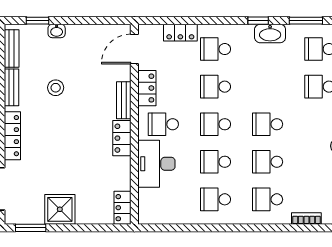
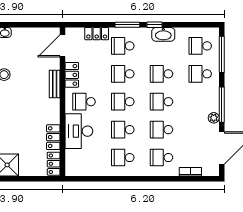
window: (306, 21) -> (127, 25), moved
school desk: (268, 87) -> (161, 74), added
locker: (122, 138) -> (53, 137), moved

